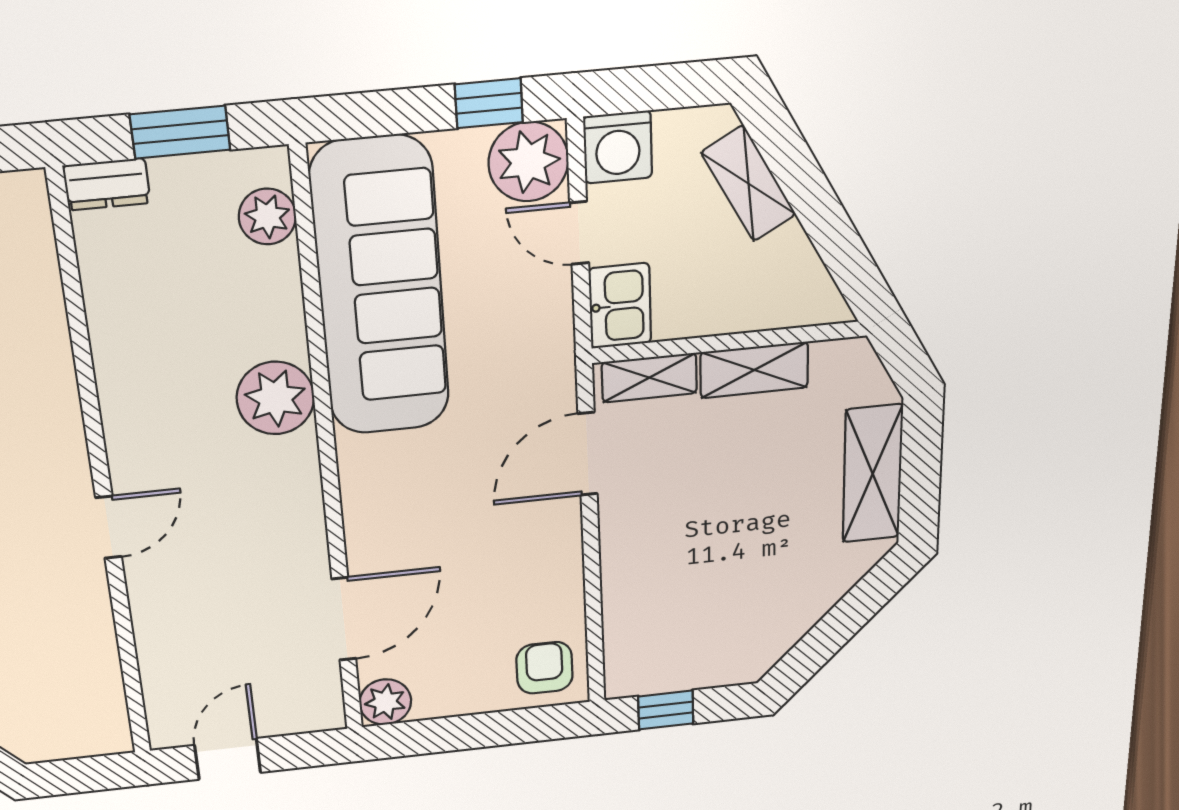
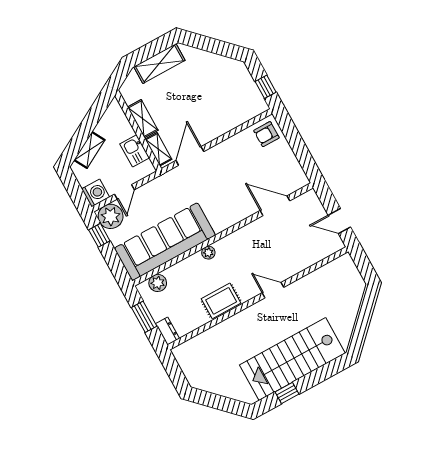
kitchen sink: (620, 306) -> (135, 151), moved, turned -90
rug: (136, 376) -> (221, 301), added
plant: (275, 398) -> (208, 253), width x0.53, depth x0.53
door: (588, 454) -> (190, 156), swing flipped
plant: (385, 702) -> (299, 180), removed

